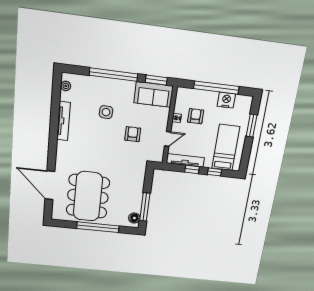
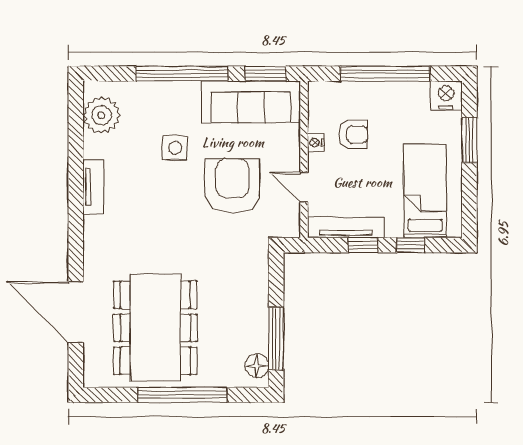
plant: (66, 86) -> (102, 115), width x1.88, depth x1.88
sofa: (154, 94) -> (251, 102), width x1.36
nightstand: (226, 100) -> (446, 95), moved
armchair: (196, 116) -> (353, 134), turned 90
tv unit: (63, 121) -> (93, 187), width x0.71
armchair: (133, 134) -> (232, 186), width x1.88, depth x1.88
door: (168, 139) -> (304, 187), swing flipped

